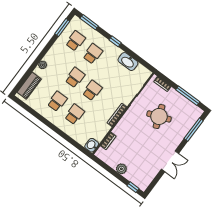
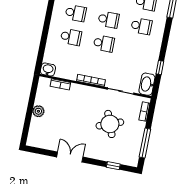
window: (115, 41) -> (160, 68), moved
washbasin: (128, 62) -> (147, 84), moved
window: (194, 130) -> (113, 166), width x0.46
double door: (170, 161) -> (70, 157), swing flipped
window: (133, 187) -> (25, 132), removed

